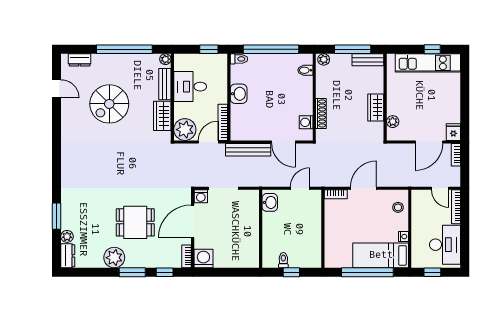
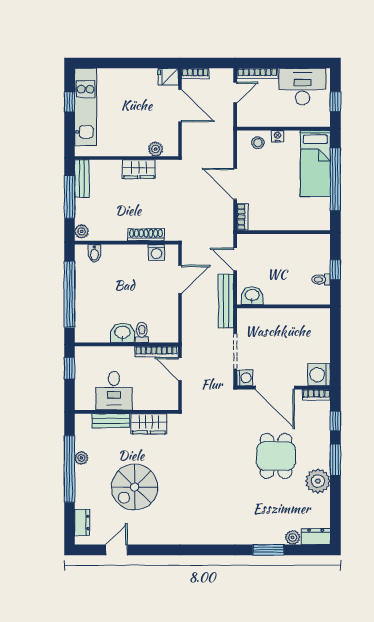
plant: (165, 59) -> (81, 458), moved
toilet: (239, 59) -> (142, 332), moved
spiral stairs: (109, 104) -> (135, 487), turned 90
plant: (185, 130) -> (165, 397), removed
bench: (248, 150) -> (226, 301), moved
nightstand: (403, 237) -> (278, 136), moved

